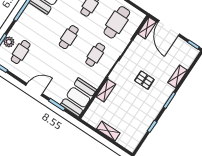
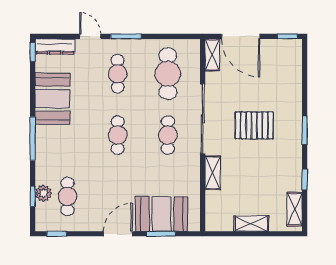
shelving: (178, 76) -> (295, 209), moved
pallet: (144, 80) -> (254, 125), width x1.50, depth x1.42
booth: (78, 97) -> (162, 214), moved, turned 90

